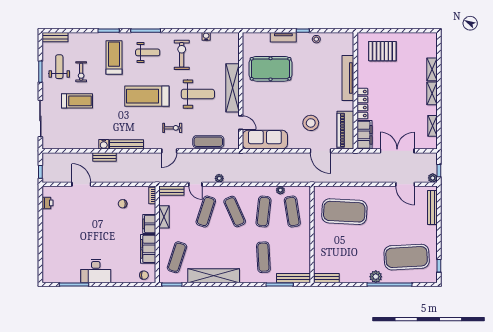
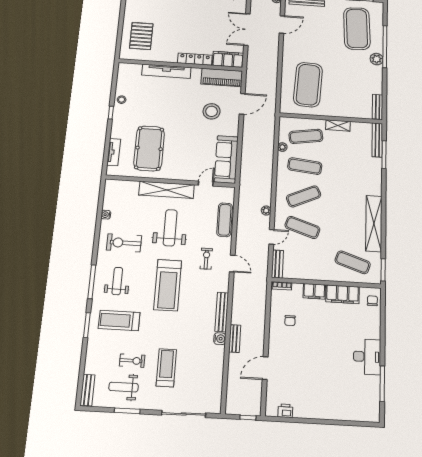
tv unit: (283, 37) -> (114, 152), moved
shelving: (164, 217) -> (338, 125), moved
exercise mat: (263, 257) -> (354, 169), removed

